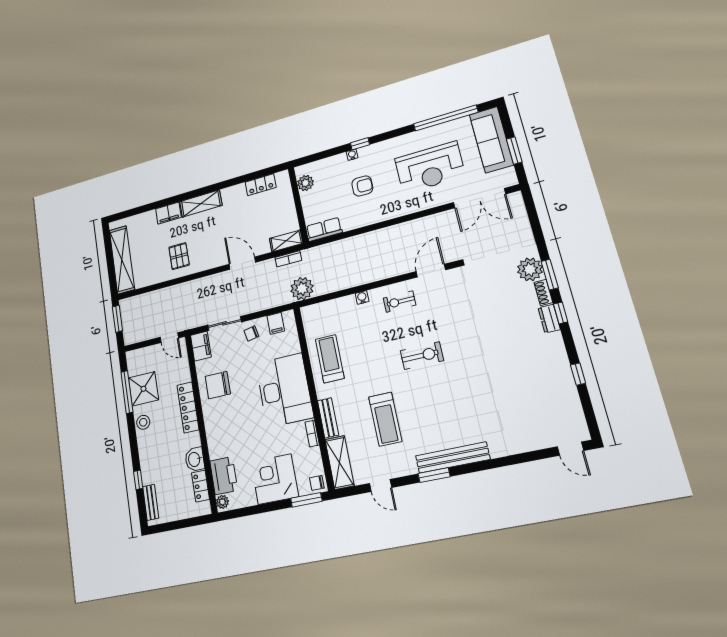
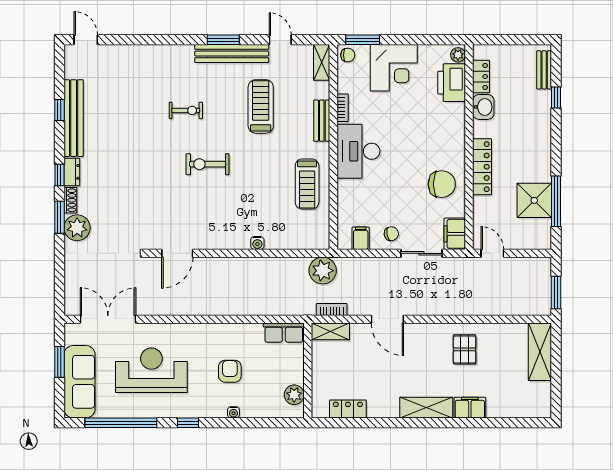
window: (360, 144) -> (188, 423), moved
armchair: (362, 186) -> (230, 371), turned 89
shelving: (122, 260) -> (540, 352), width x0.68
exercise bike: (399, 302) -> (186, 110), moved
bench: (562, 370) -> (74, 118), added
desk: (284, 390) -> (358, 151), width x0.73, depth x0.77
stool: (143, 422) -> (540, 161), removed
bench: (453, 457) -> (232, 54), moved
shelving: (339, 463) -> (322, 62), width x0.67, depth x0.75

